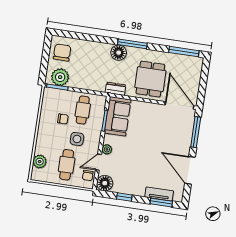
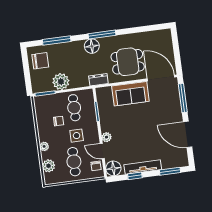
chair: (62, 52) -> (40, 61), turned 90
window: (184, 52) -> (57, 41), moved
plant: (60, 77) -> (61, 82), moved
dining table: (150, 79) -> (128, 62), turned 90
sofa: (118, 116) -> (130, 94), moved, turned 90
plant: (41, 141) -> (44, 146), added
door: (98, 162) -> (102, 151), hinge flipped
tv unit: (159, 194) -> (143, 167), moved, width x1.41

